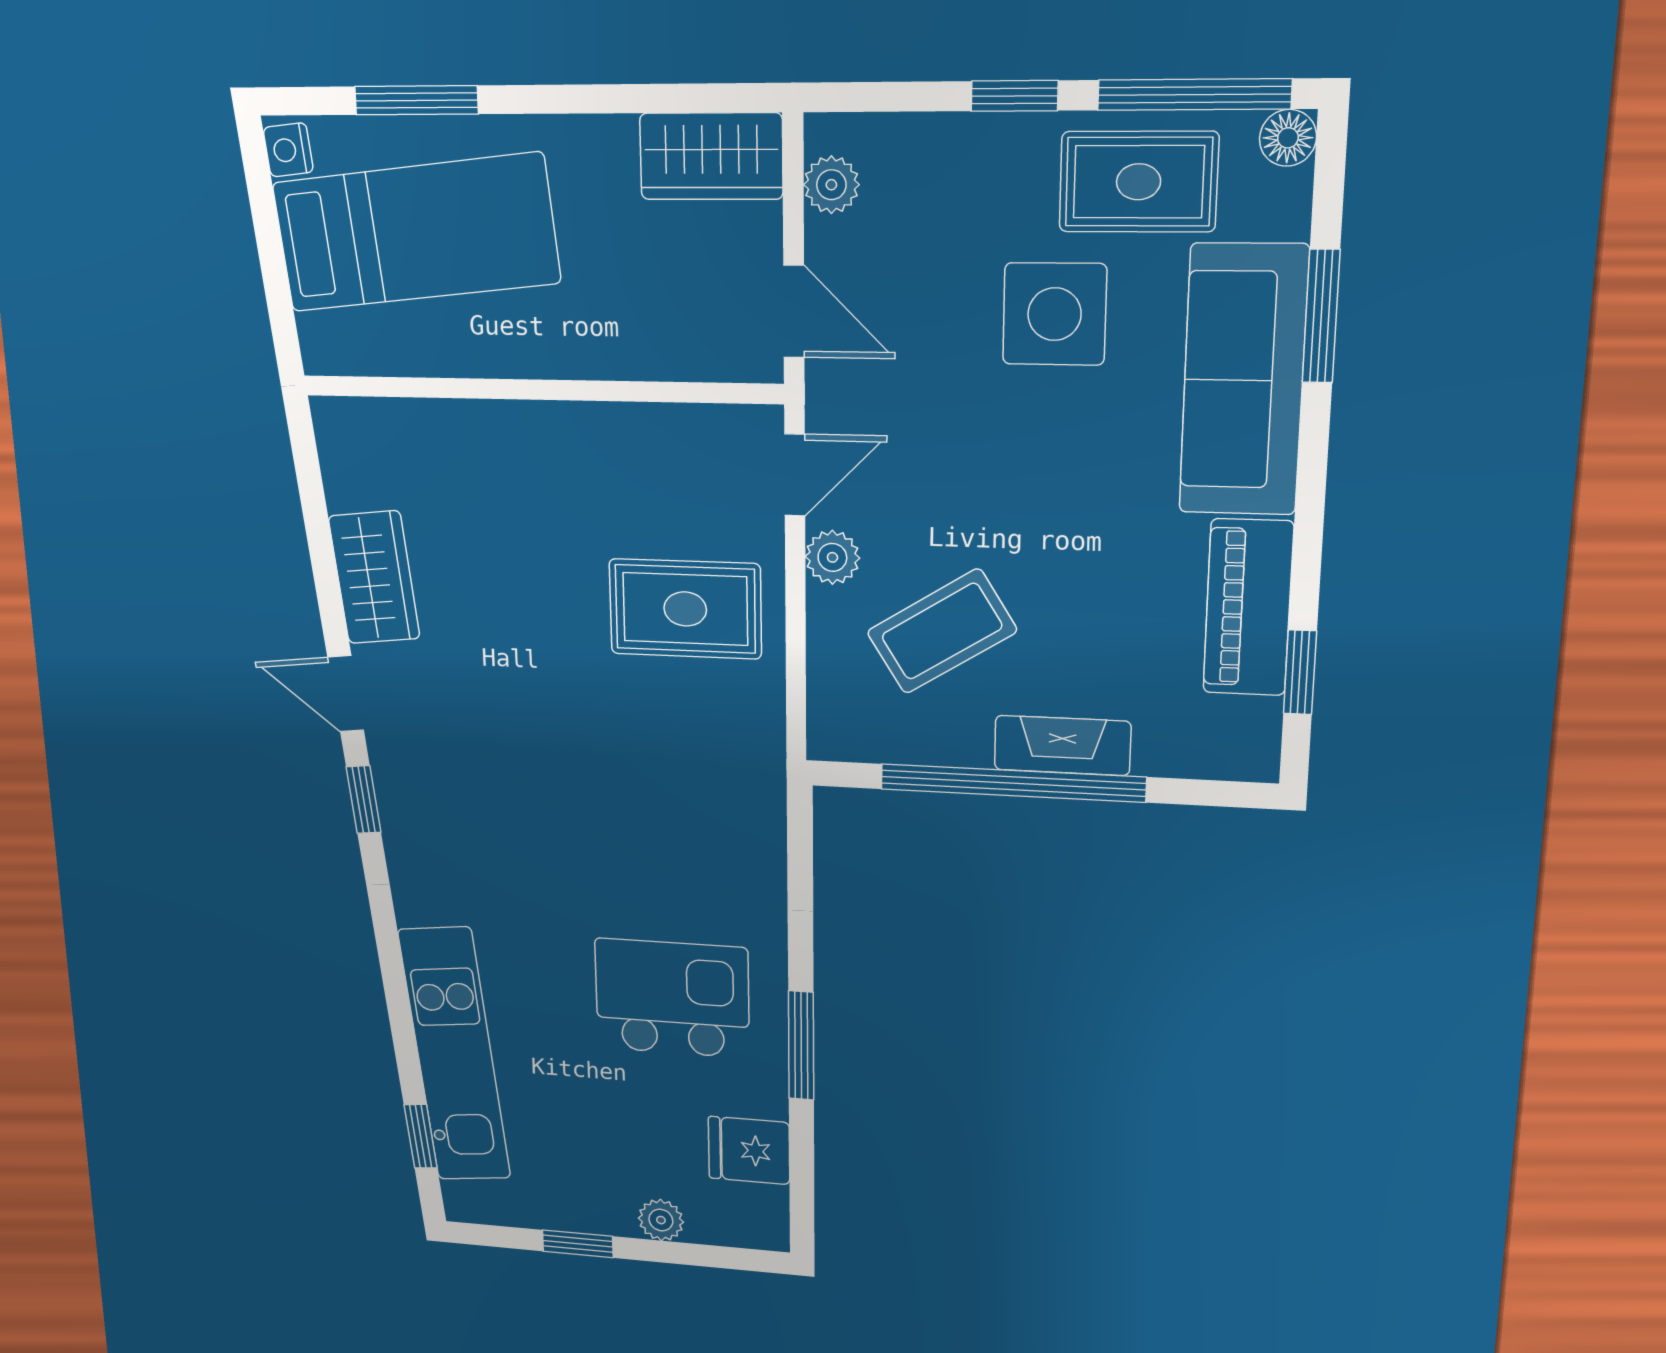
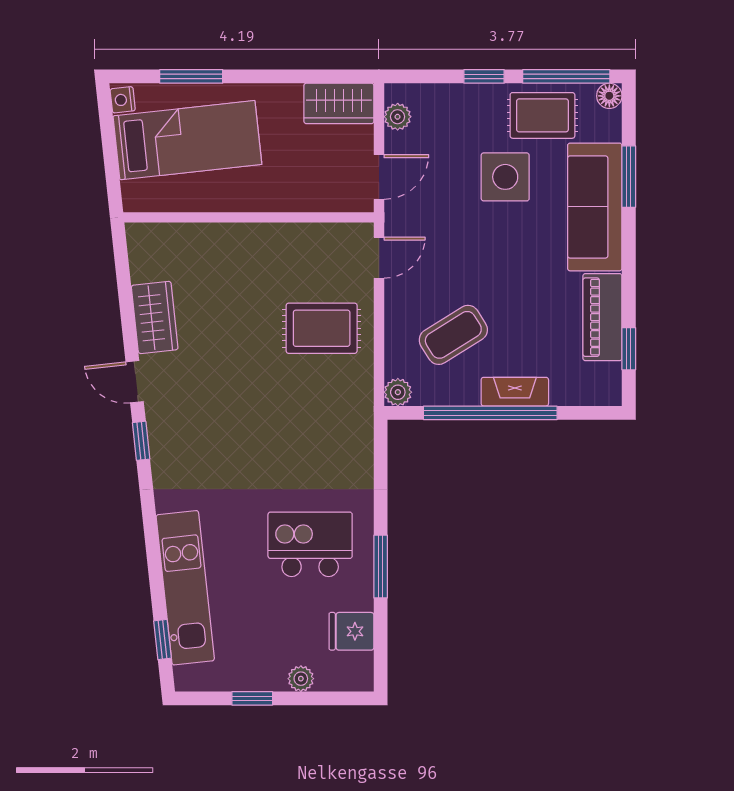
door: (794, 311) -> (379, 177), hinge flipped
plant: (832, 557) -> (398, 392), moved

